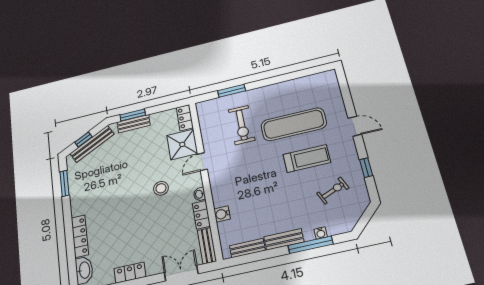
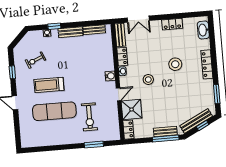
window: (133, 115) -> (166, 138), width x1.44
exercise bike: (242, 125) -> (89, 117), turned 180
water cooler: (222, 214) -> (110, 76), moved
stool: (123, 215) -> (175, 64), added
locker: (80, 236) -> (207, 64), moved
window: (311, 245) -> (54, 26), width x0.46

